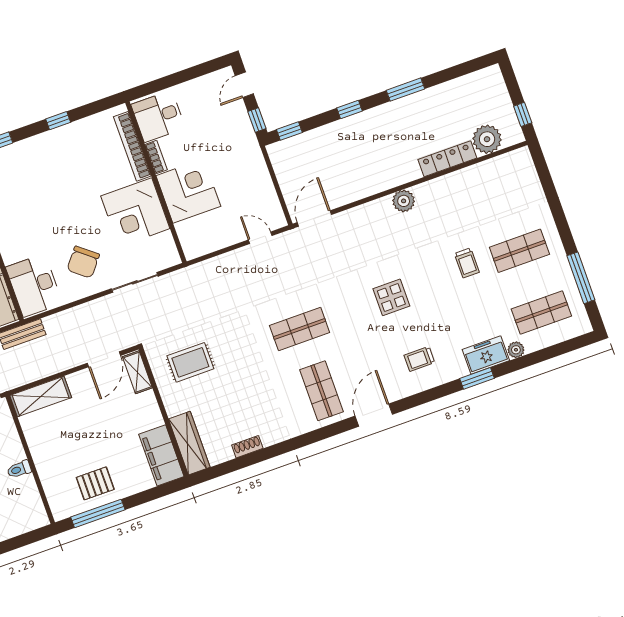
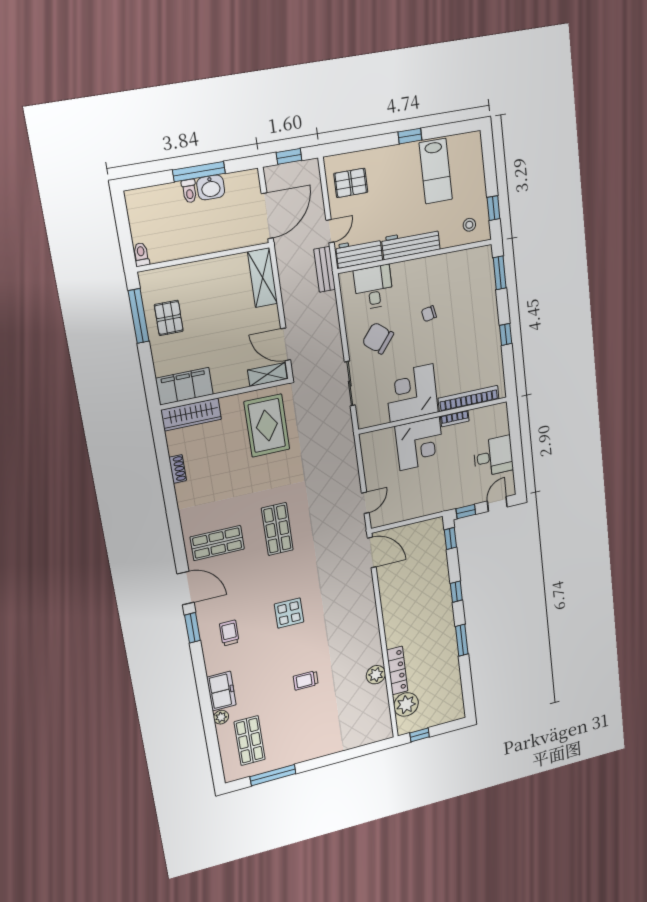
door: (244, 85) -> (497, 504), hinge flipped
desk: (158, 116) -> (493, 456), moved, turned 90
plant: (404, 201) -> (376, 675), moved
chair: (49, 212) -> (429, 314), added
shop shelf: (519, 251) -> (307, 725), removed
desk: (34, 285) -> (373, 287), width x0.73
rug: (190, 362) -> (267, 425), width x1.36, depth x1.43
window: (477, 378) -> (192, 628), moved
toilet: (19, 469) -> (141, 254), moved

